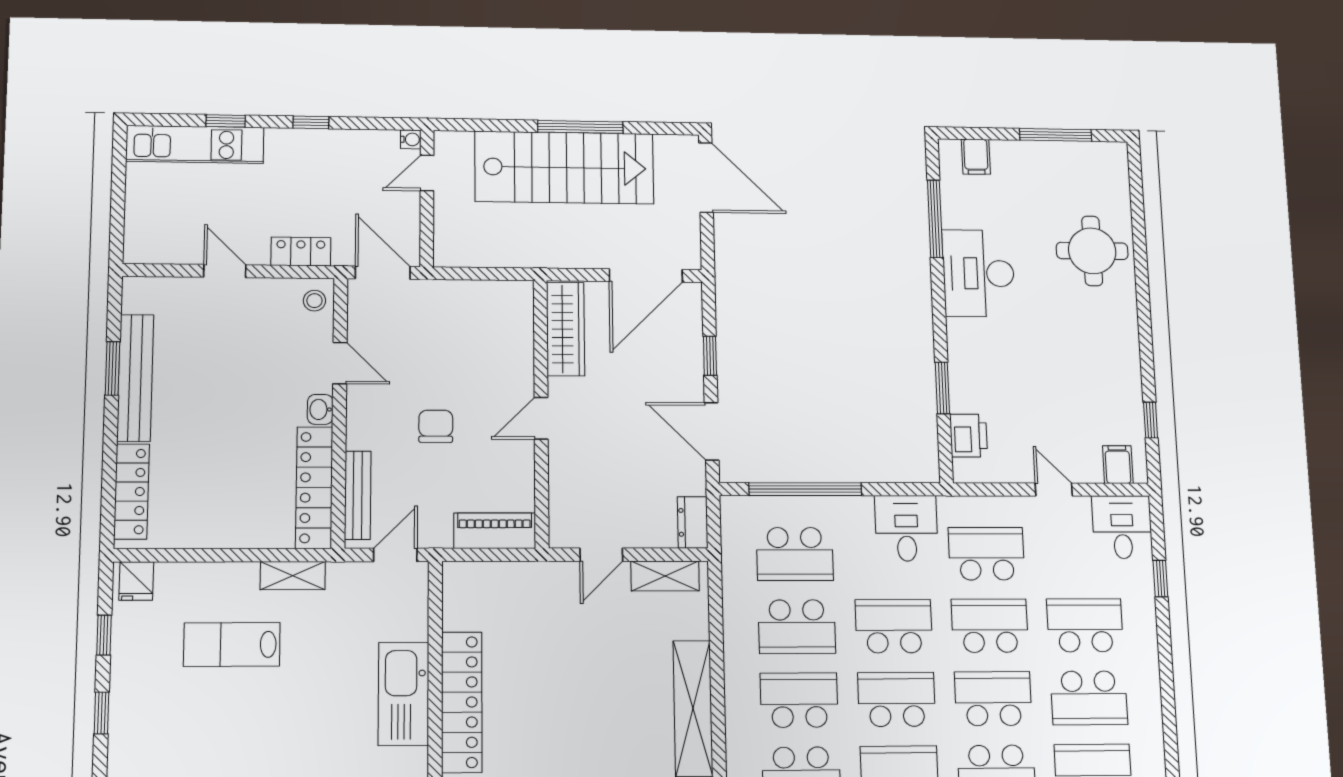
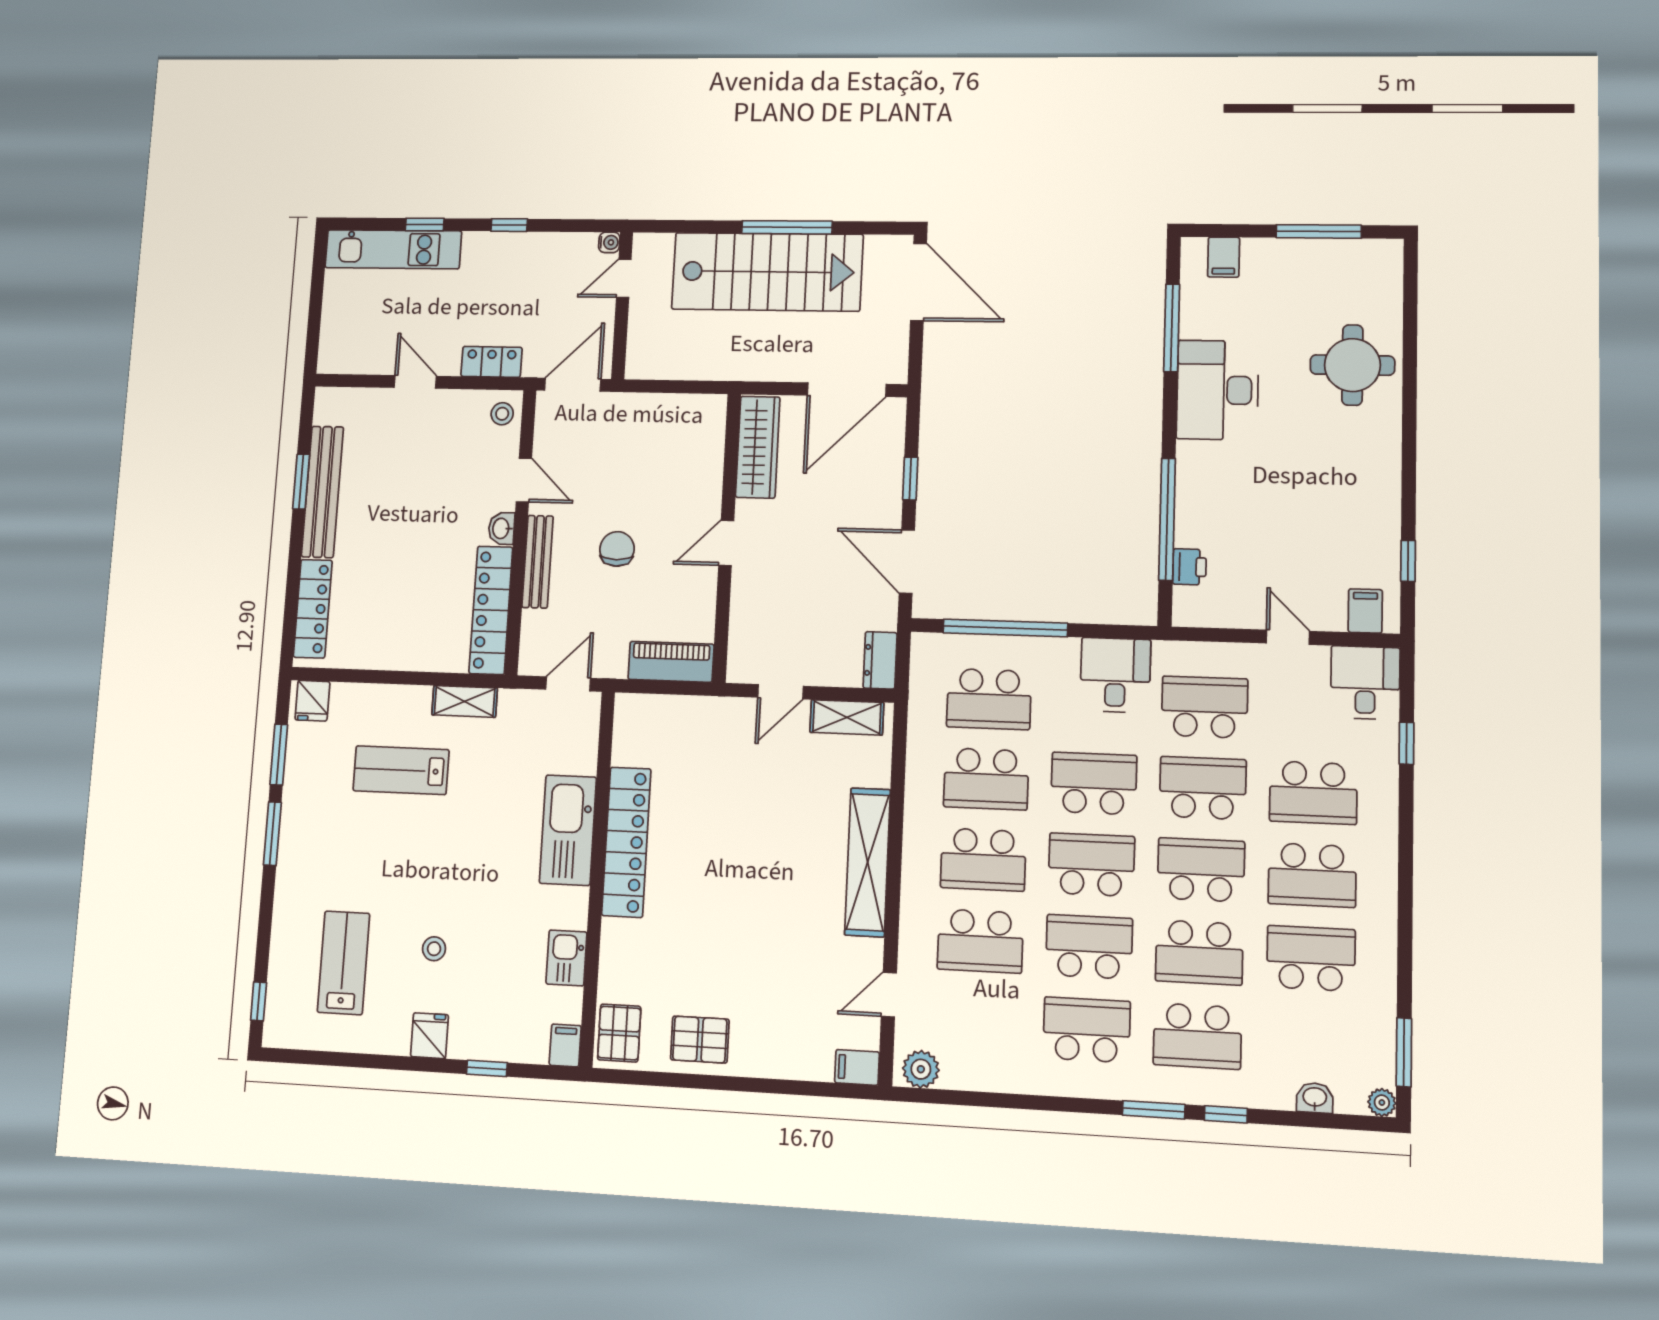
door: (383, 273) -> (573, 385), hinge flipped
window: (942, 388) -> (1167, 519), width x2.11
printer: (969, 436) -> (1189, 567), width x0.73, depth x0.81
bench: (358, 495) -> (538, 562), moved
school desk: (1085, 625) -> (1313, 793), turned 180
window: (104, 635) -> (279, 755), width x1.50
school desk: (799, 700) -> (983, 860), turned 180
window: (102, 713) -> (272, 834), width x1.50

